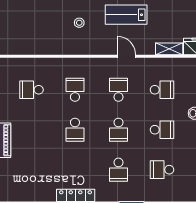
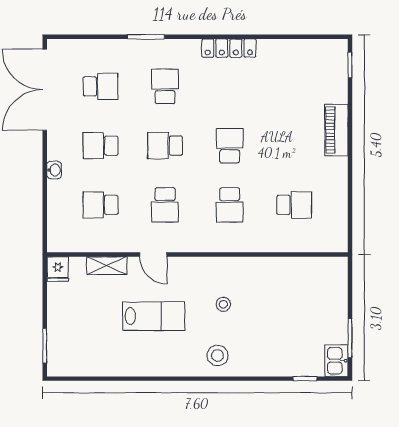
shelving: (169, 49) -> (107, 266), moved
school desk: (118, 130) -> (165, 146), turned -90

